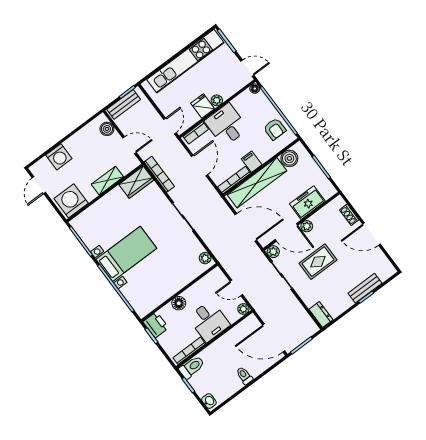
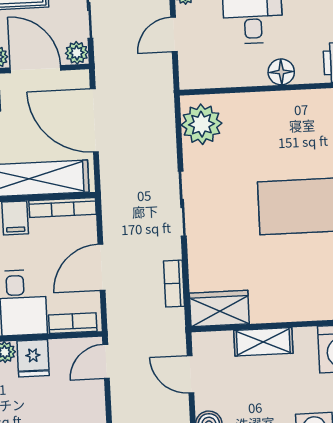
bookcase: (159, 174) -> (174, 284), width x0.64
plant: (205, 258) -> (202, 124), width x1.88, depth x1.88
door: (236, 288) -> (174, 34), swing flipped

